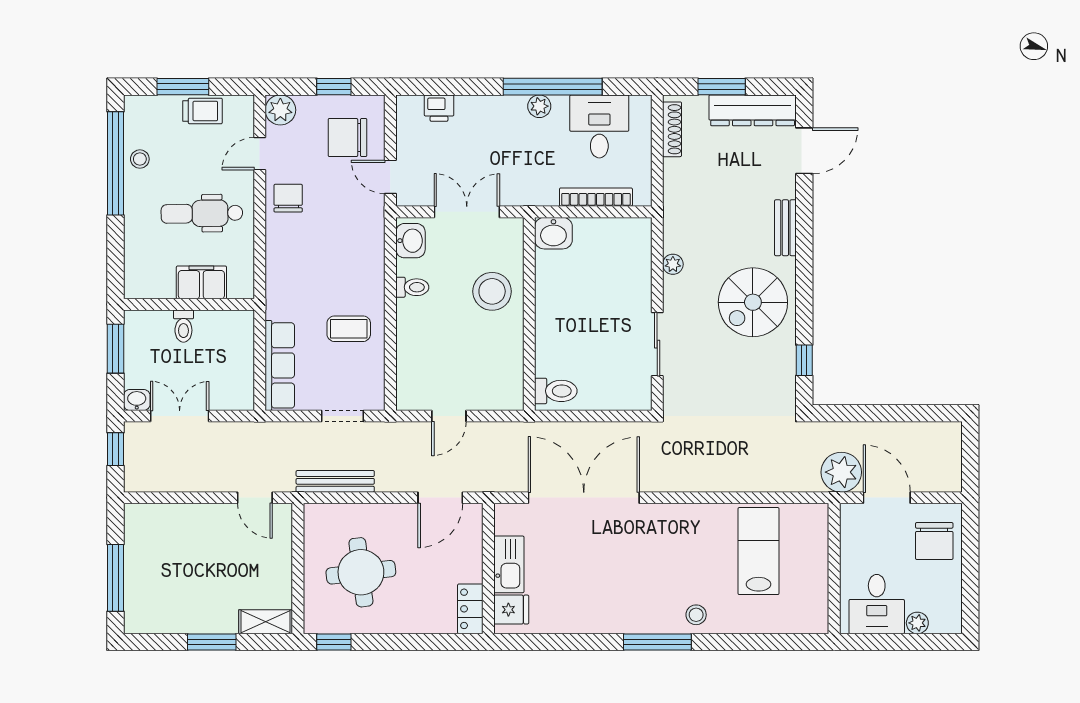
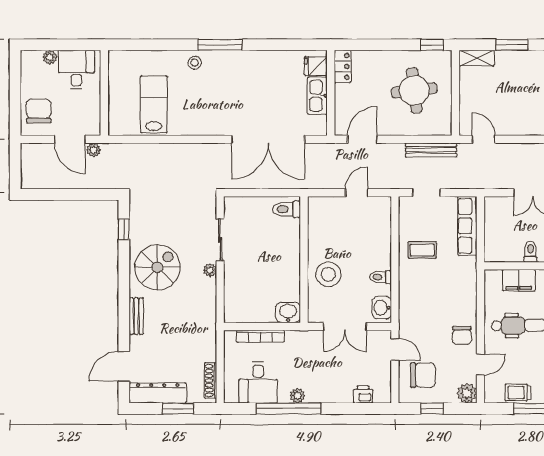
plant: (673, 264) -> (210, 270), moved
plant: (841, 472) -> (93, 150), width x0.53, depth x0.53
lab bench: (759, 551) -> (154, 104), turned 180

